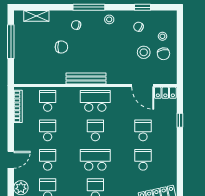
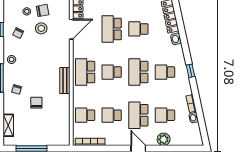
bench: (86, 78) -> (65, 80), width x0.73
school desk: (143, 130) -> (112, 29), width x1.85
school desk: (48, 160) -> (138, 115), width x1.85

